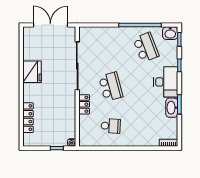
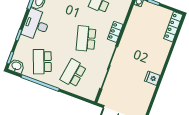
school desk: (111, 47) -> (73, 73), added
fridge: (32, 72) -> (152, 78), width x0.53, depth x0.75
locker: (28, 118) -> (173, 27), moved

